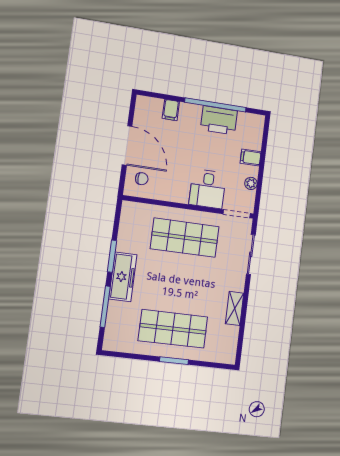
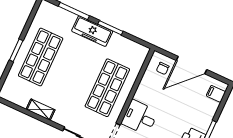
filing cabinet: (171, 110) -> (216, 94), moved

